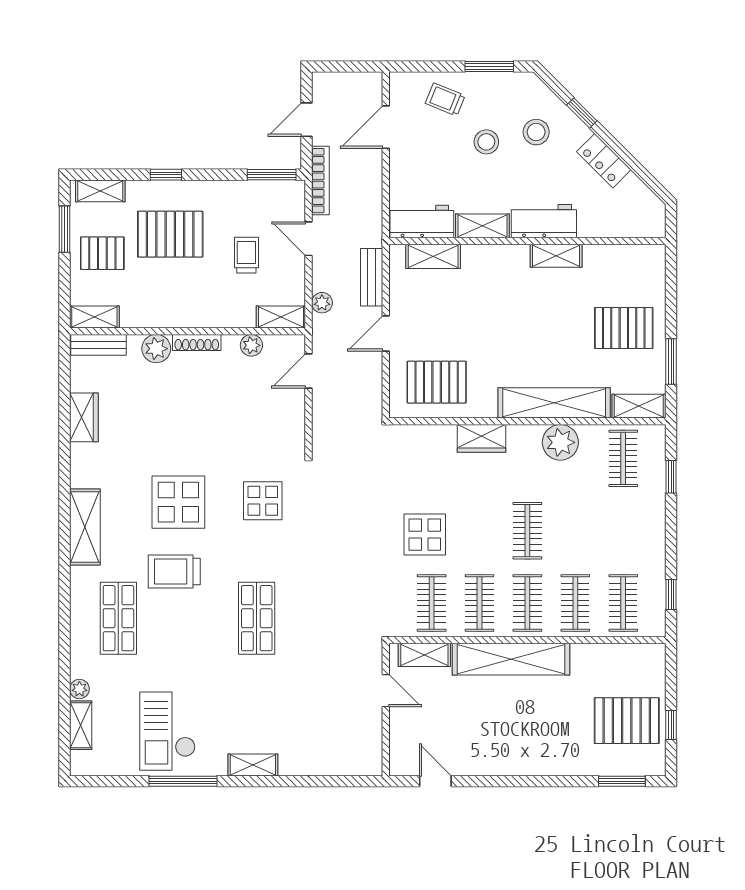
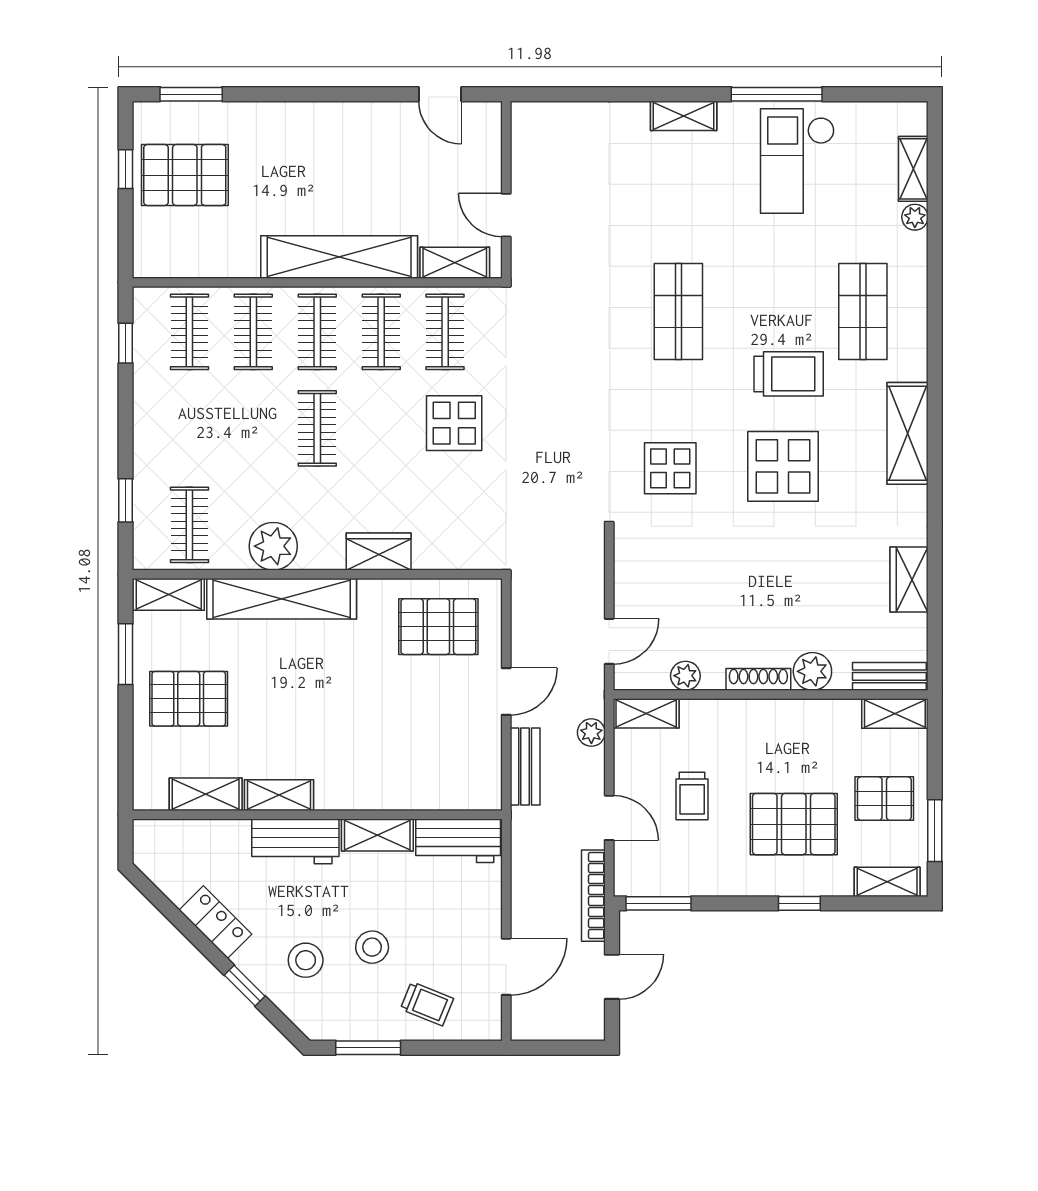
shelving: (433, 256) -> (206, 794), moved
checkout: (168, 731) -> (797, 161), turned 180

